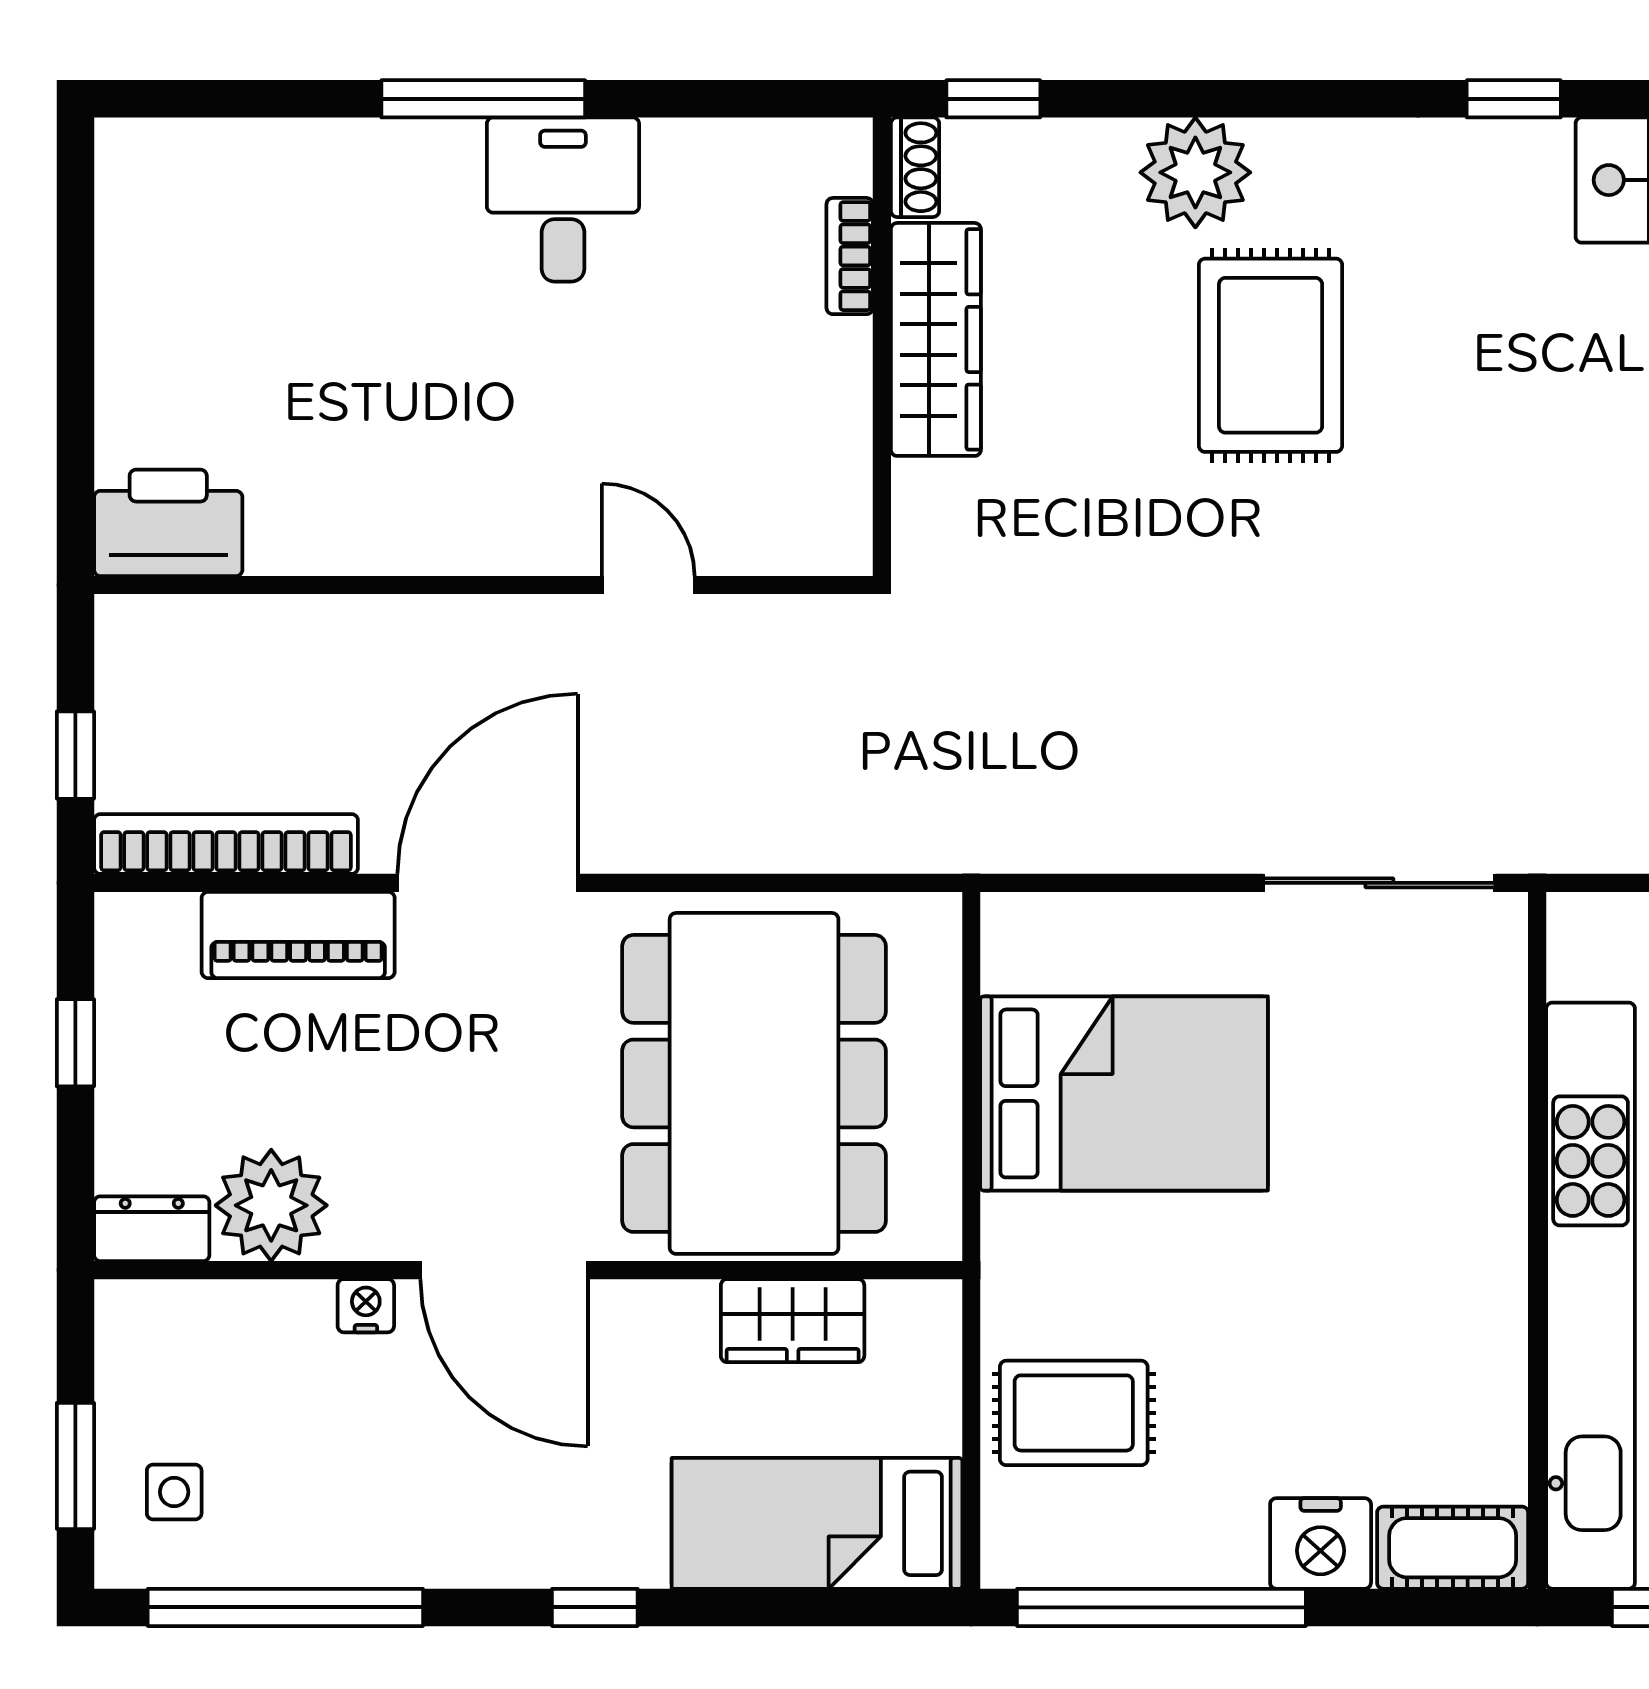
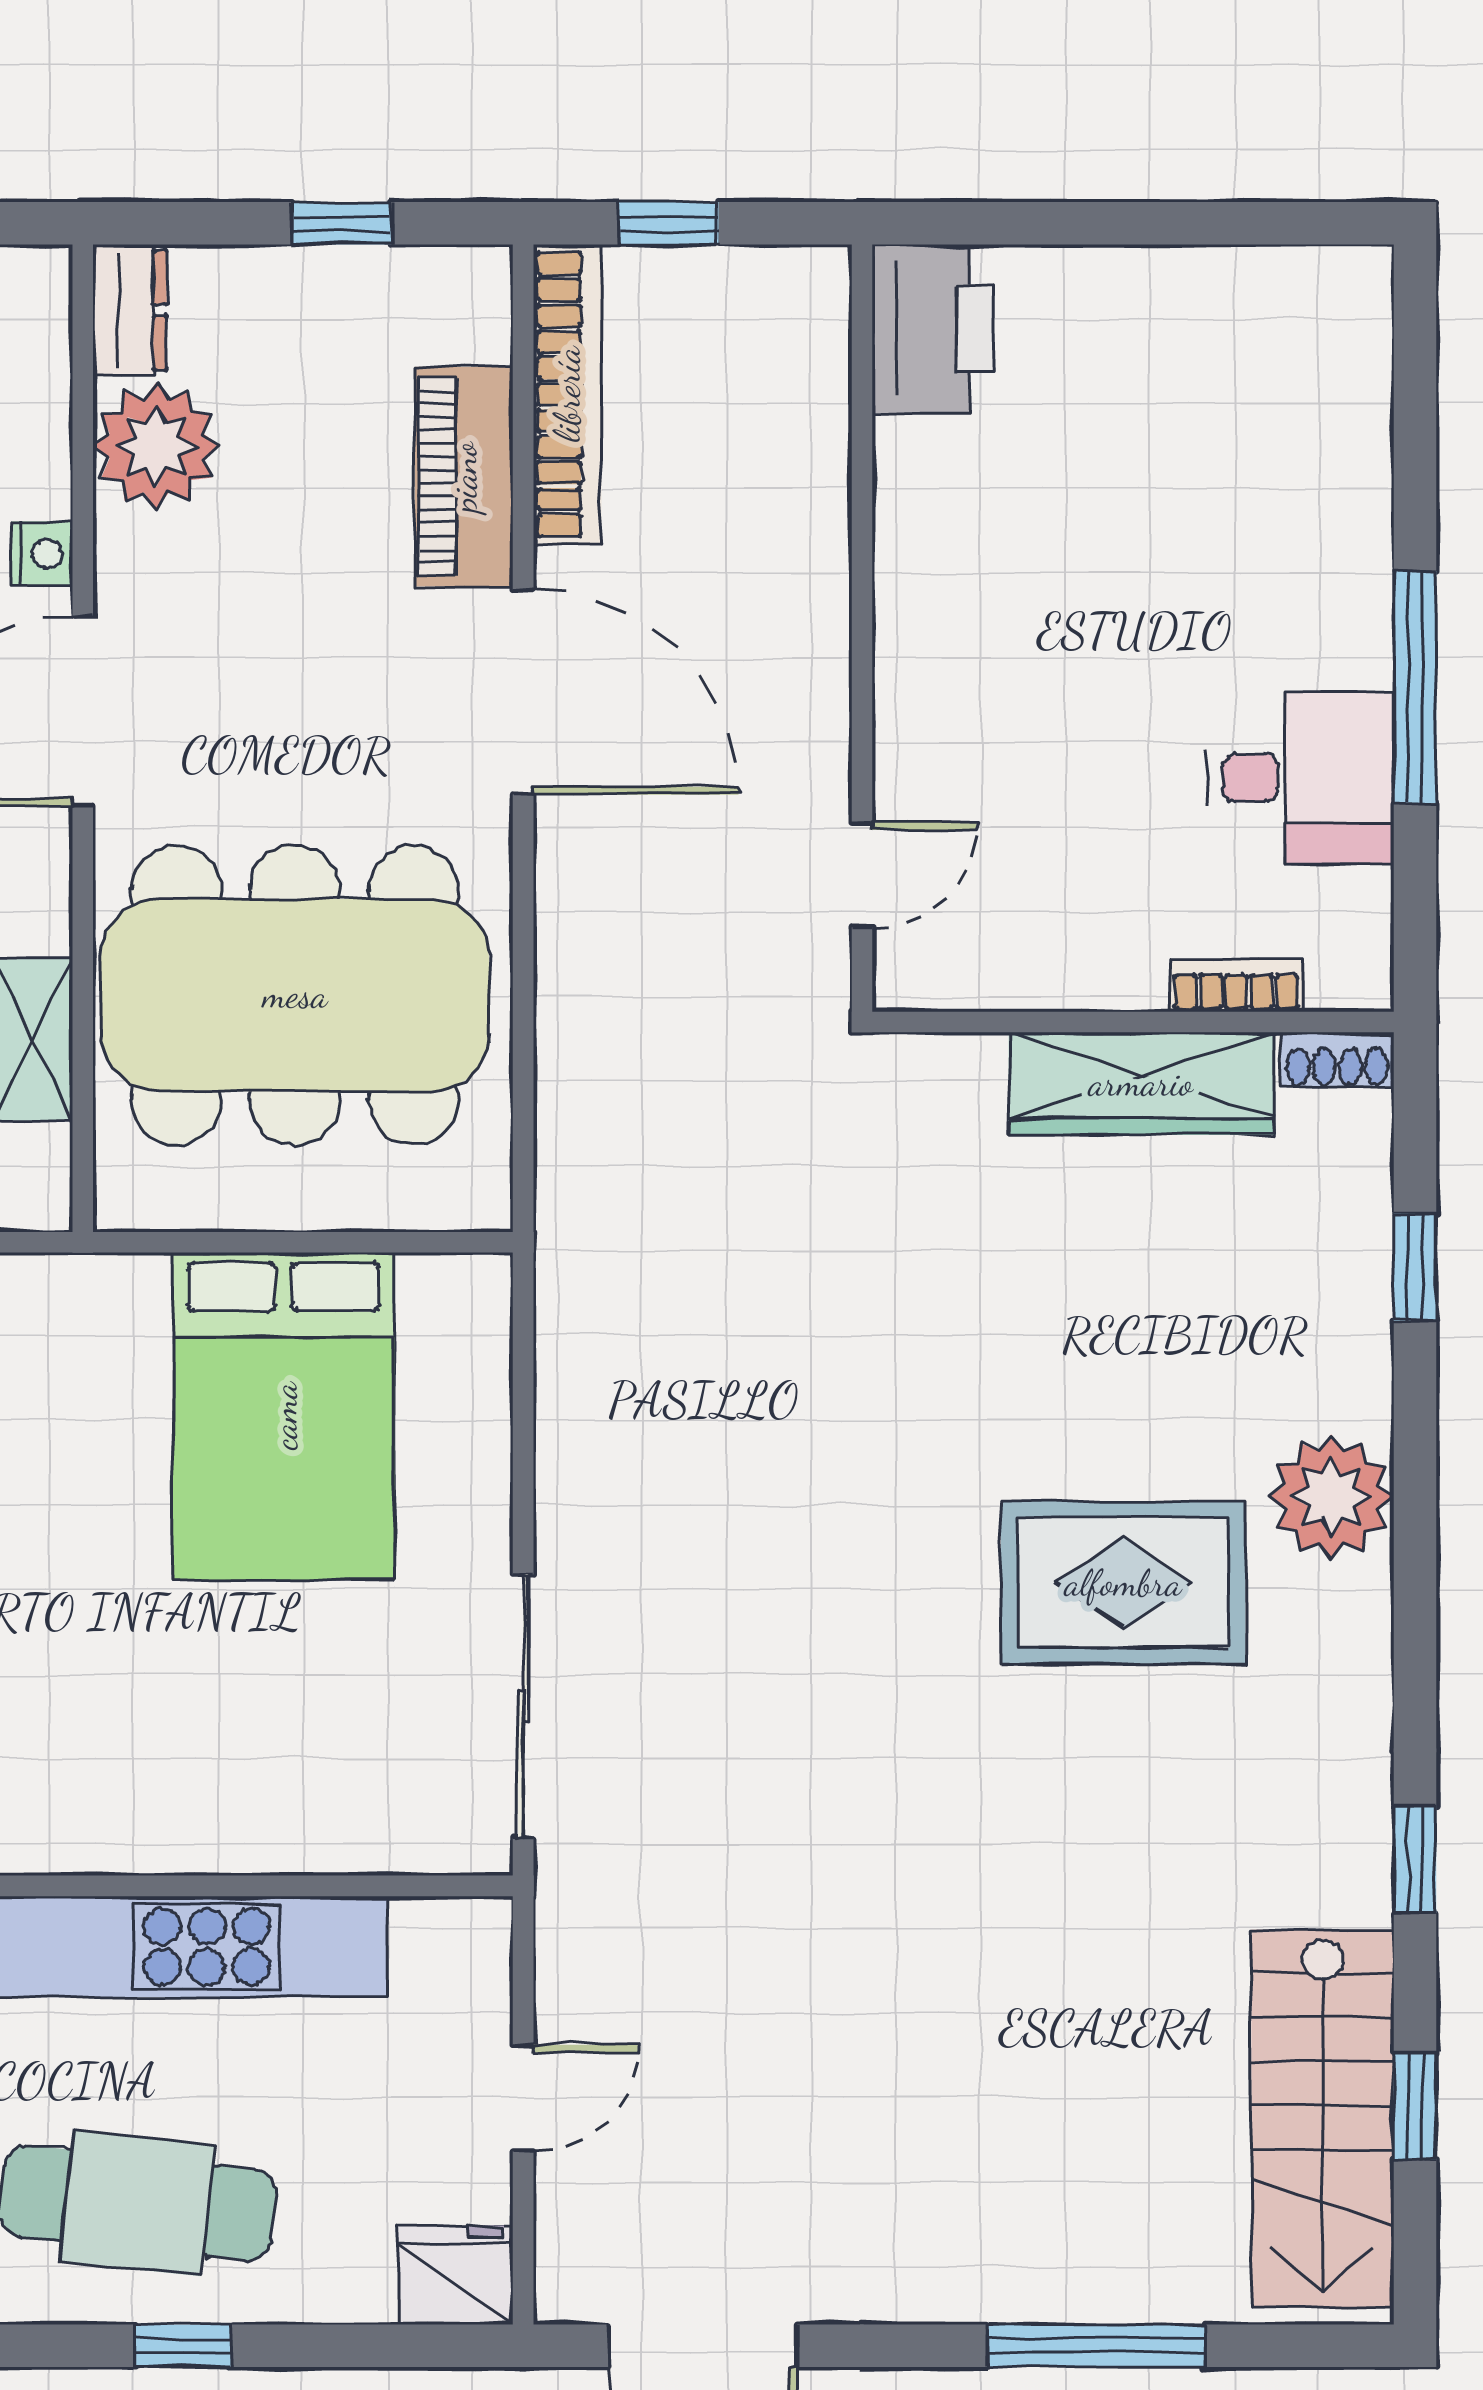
shoe rack: (915, 167) -> (1337, 1060), moved
bookcase: (850, 256) -> (1236, 985), moved
wardrobe: (936, 339) -> (1141, 1083), moved
wall: (882, 347) -> (1133, 1022), moved

